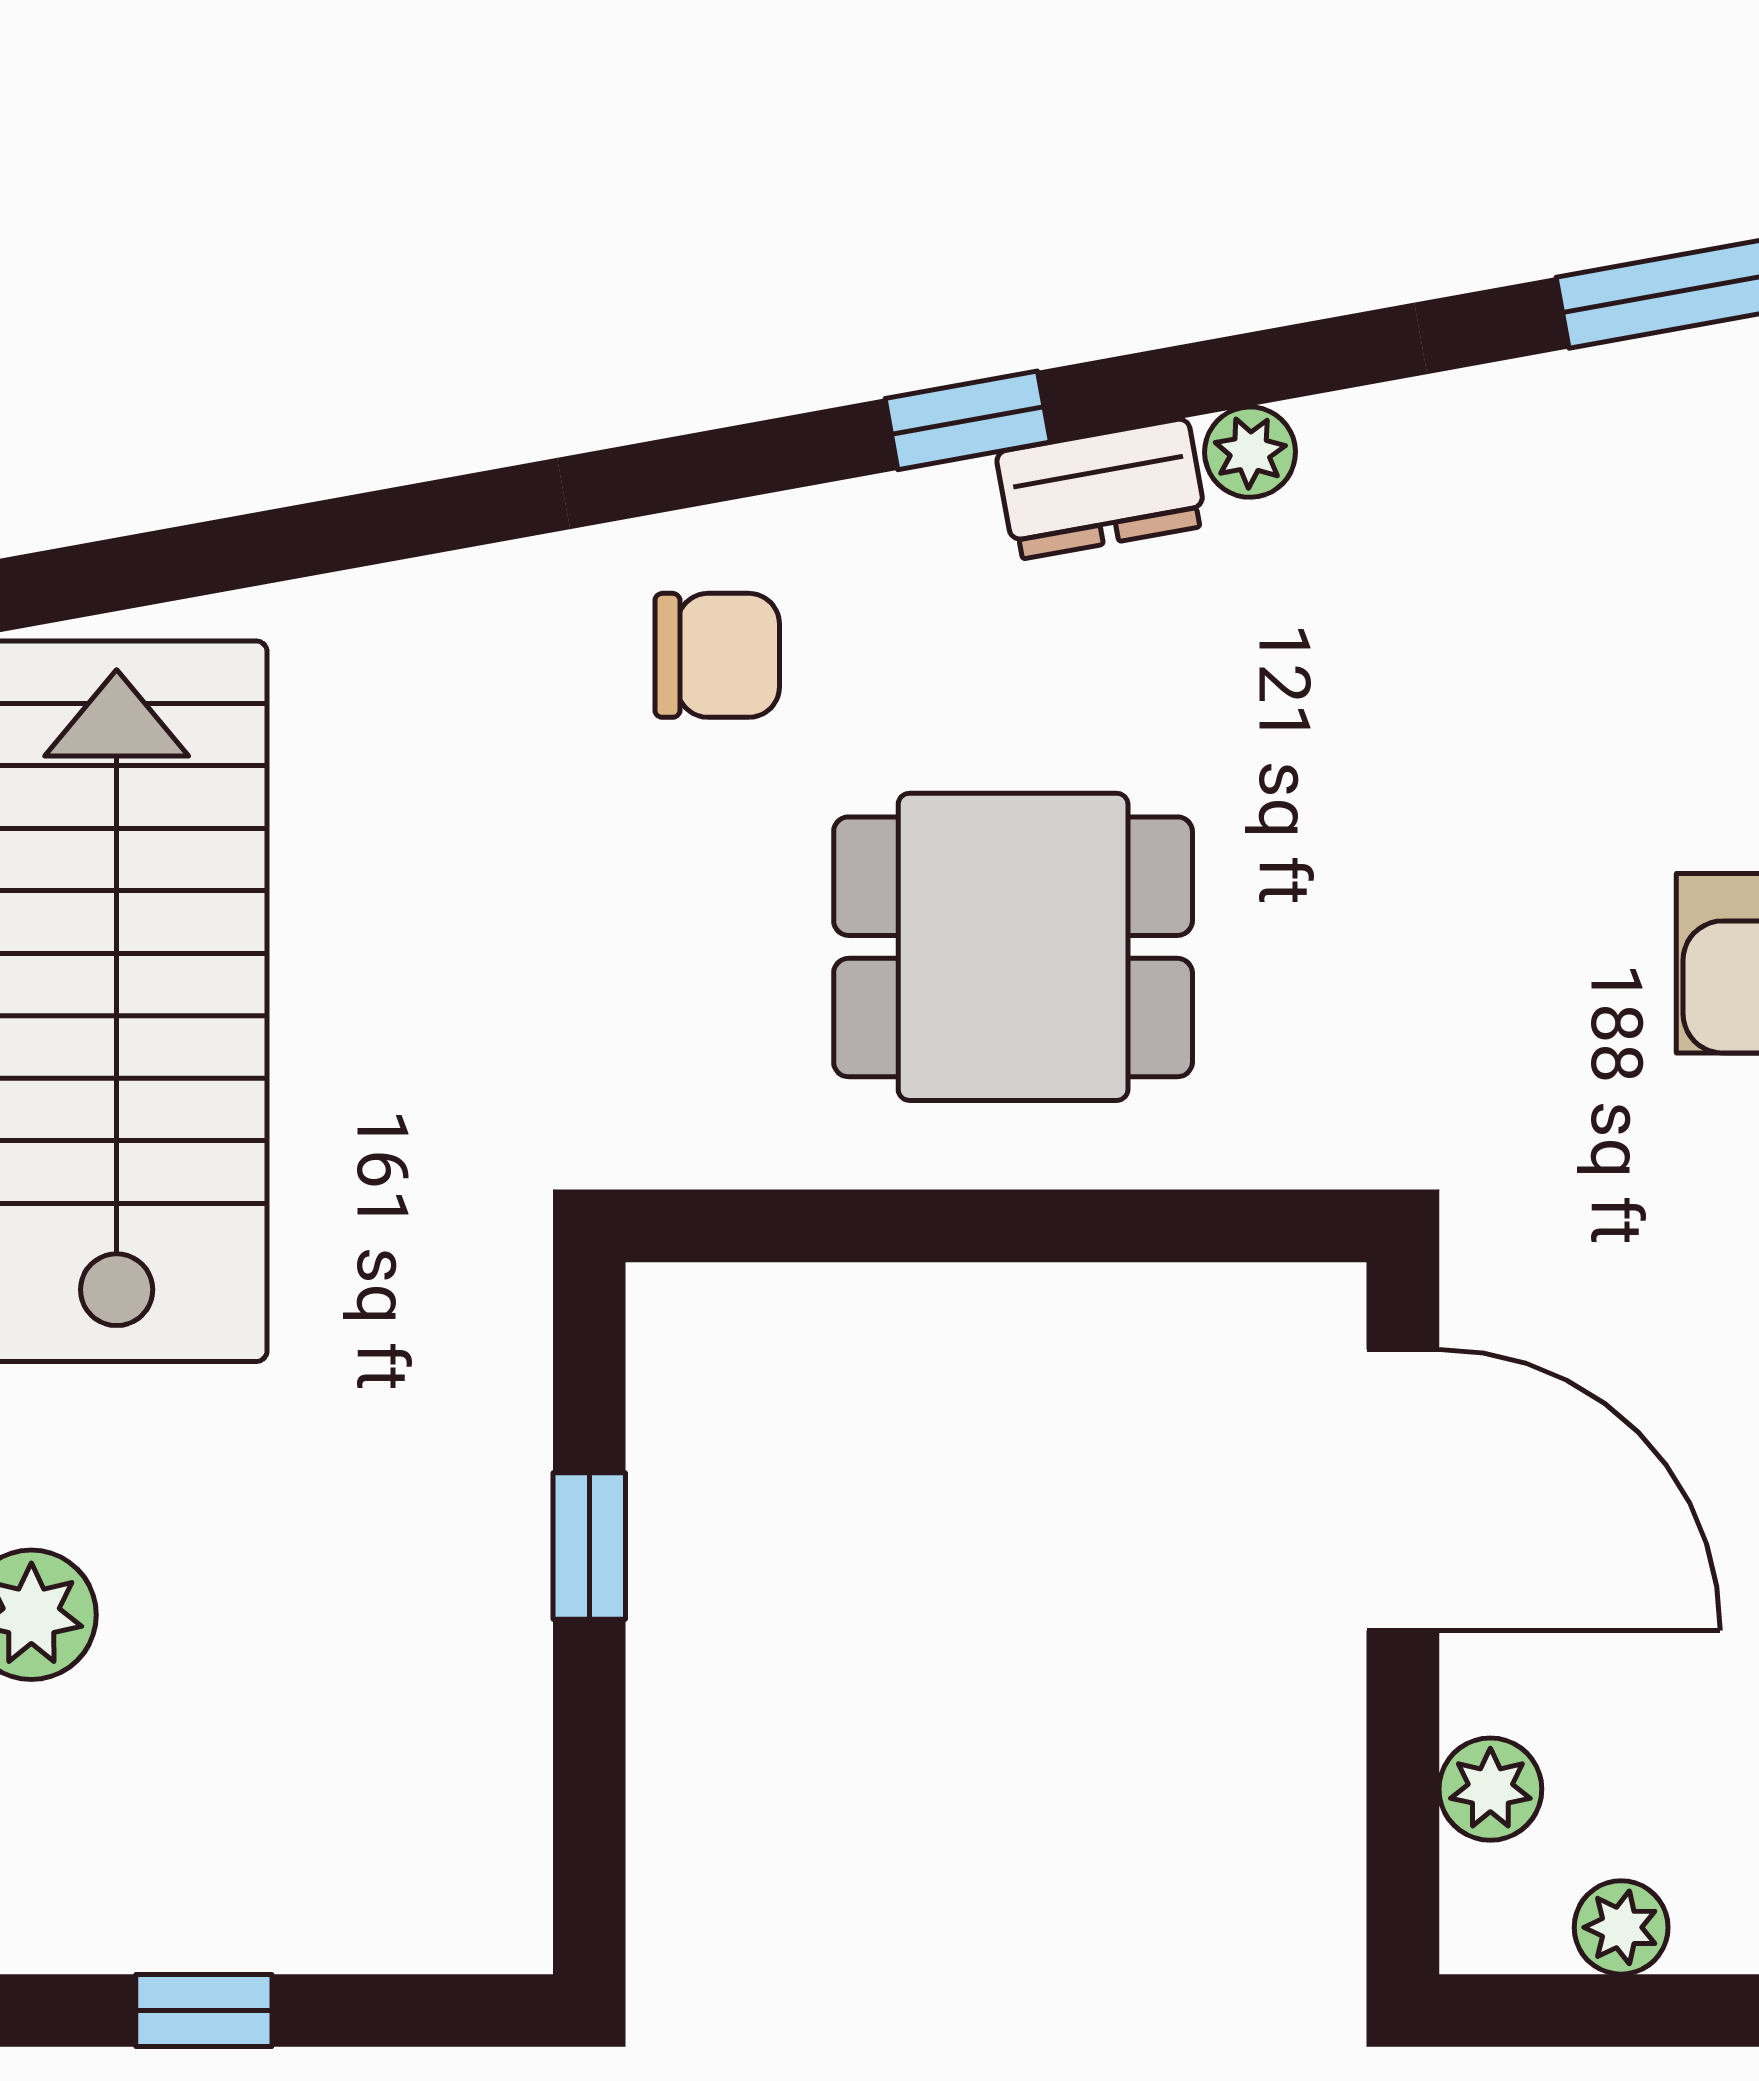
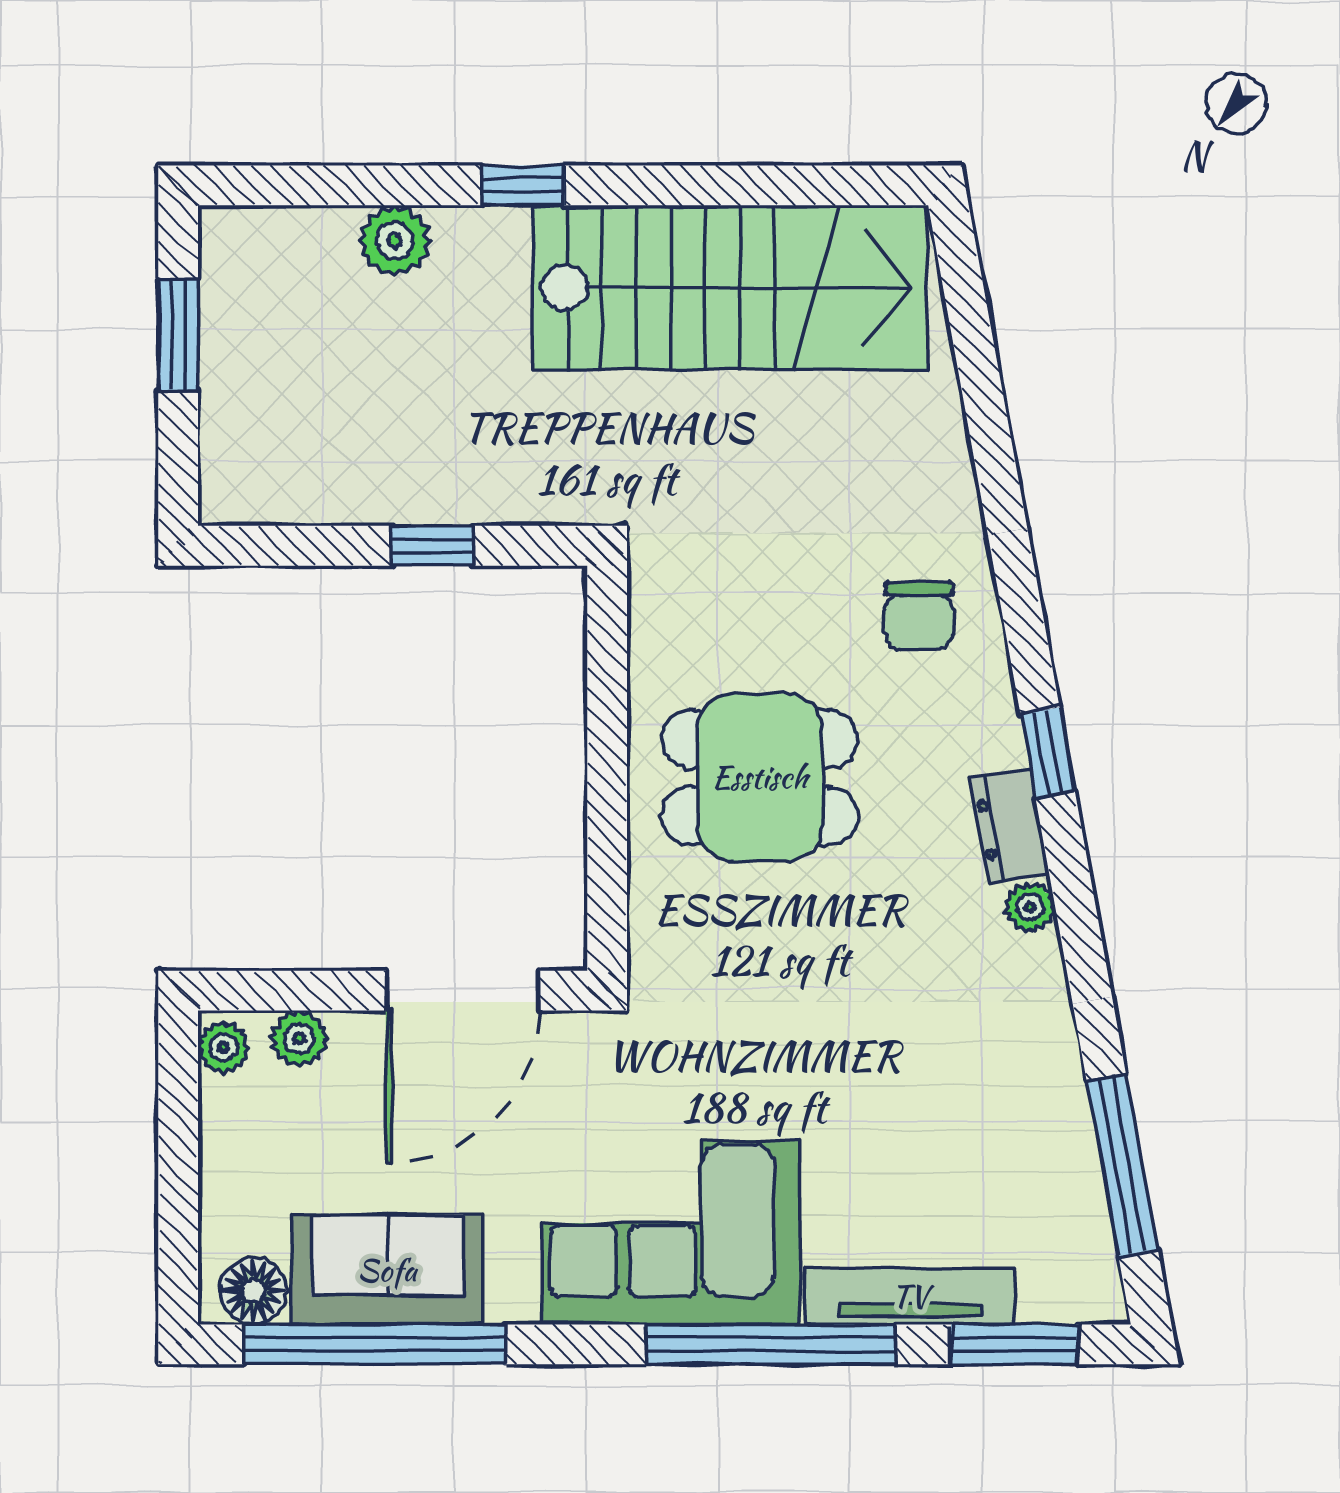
dining table: (1013, 947) -> (760, 777), turned 90
plant: (1621, 1927) -> (224, 1048), moved
window: (204, 2010) -> (178, 335), width x1.50

